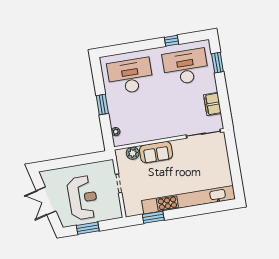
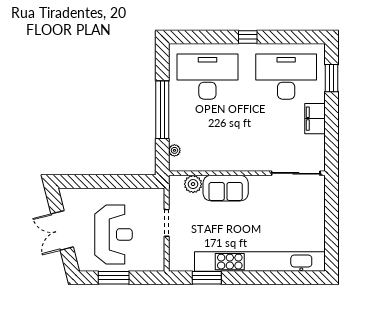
window: (171, 41) -> (248, 37), moved
filing cabinet: (212, 104) -> (315, 119), moved
window: (102, 105) -> (162, 110), width x2.11

